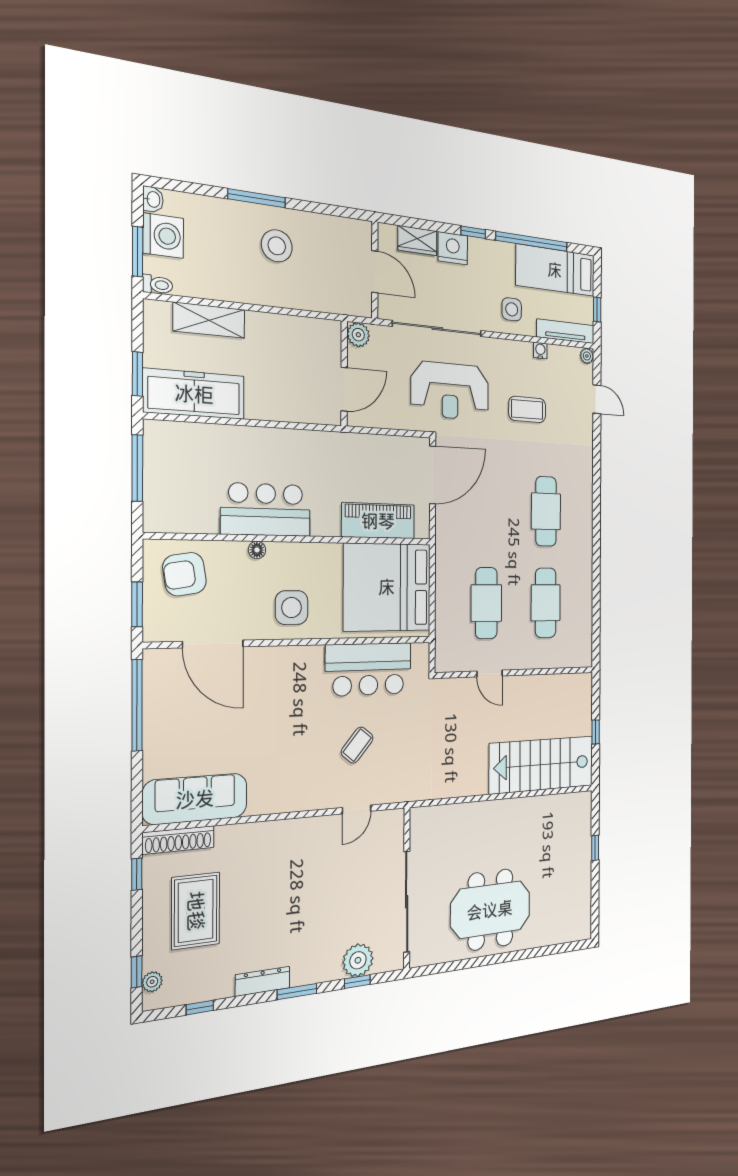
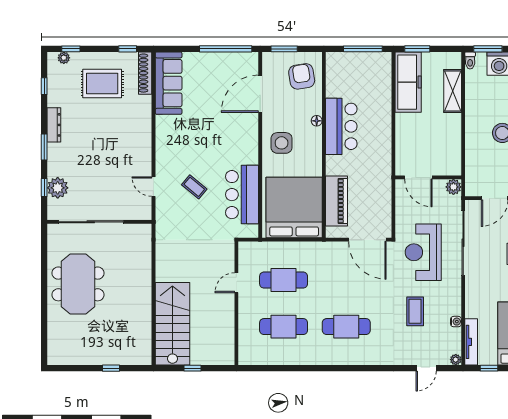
side table: (512, 309) -> (482, 299), removed

